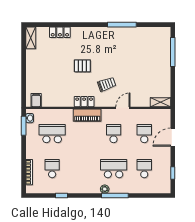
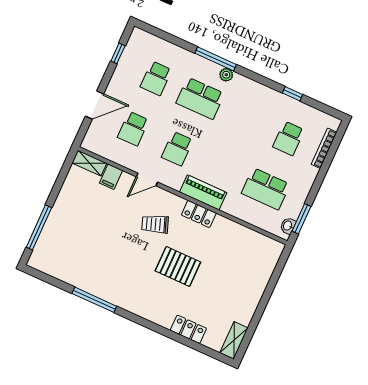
pallet: (82, 66) -> (178, 266), width x1.50, depth x1.42
filing cabinet: (36, 100) -> (111, 177), moved

